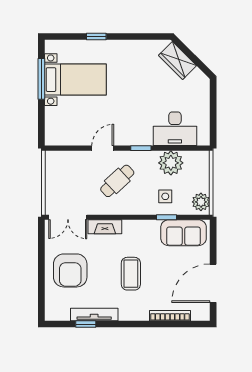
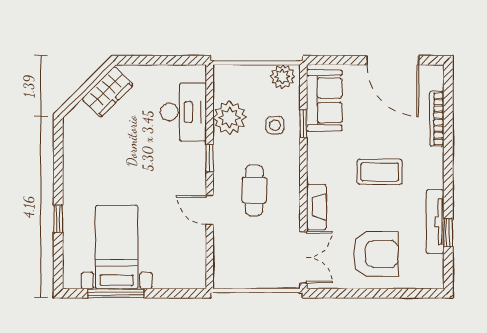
wardrobe: (177, 60) -> (107, 92), moved
cafe table: (117, 181) -> (254, 190), turned 43

